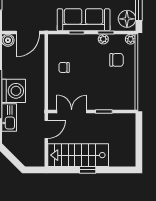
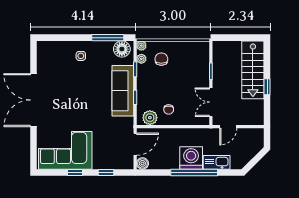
door: (28, 33) -> (135, 144), hinge flipped
plant: (103, 39) -> (141, 59), moved
plant: (56, 48) -> (150, 118), added
door: (46, 129) -> (228, 127), swing flipped
stairs: (78, 155) -> (253, 70), moved

